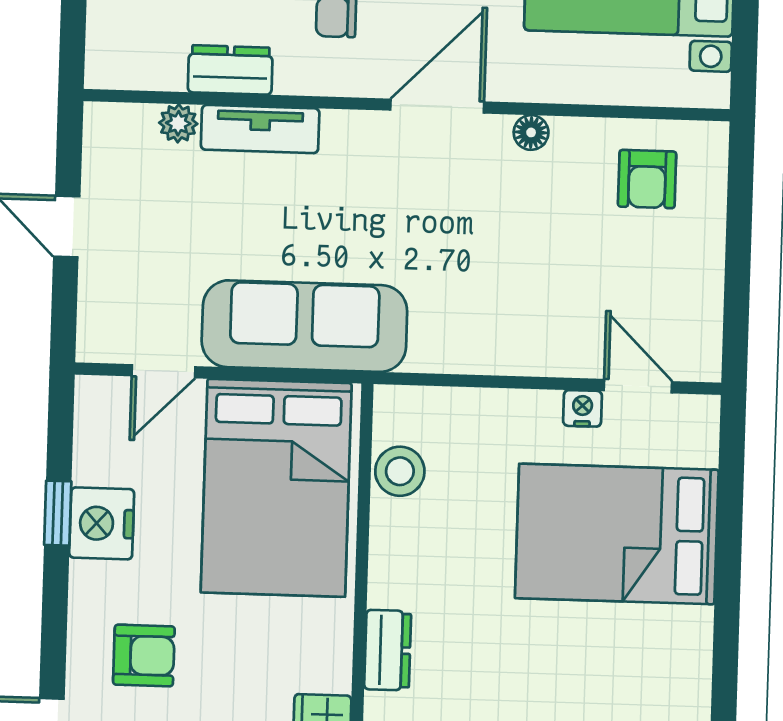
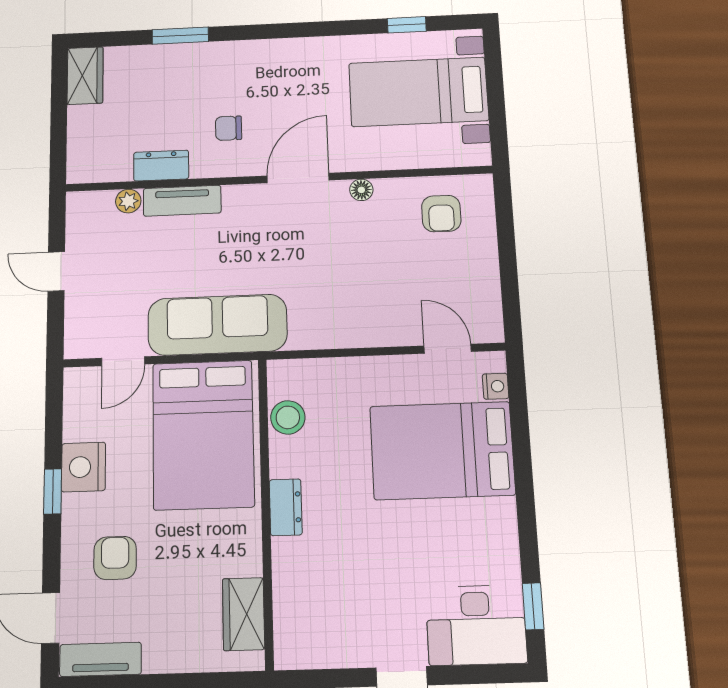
nightstand: (582, 408) -> (496, 386), moved, turned 90
window: (58, 513) -> (53, 491), moved
dresser: (388, 650) -> (286, 507), moved
armchair: (144, 656) -> (115, 558), turned -90

